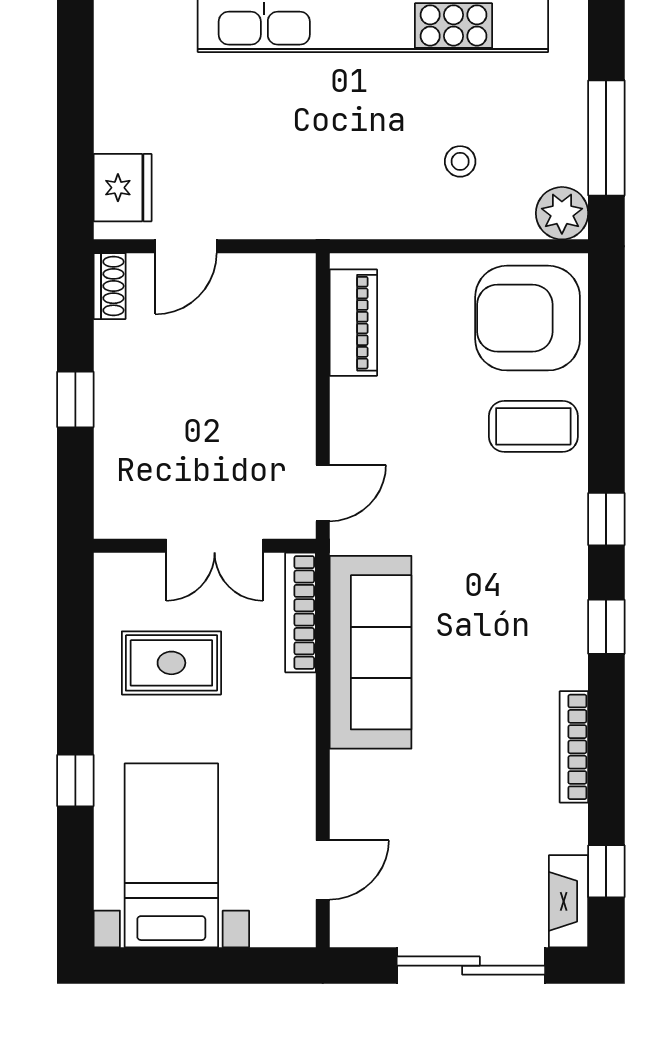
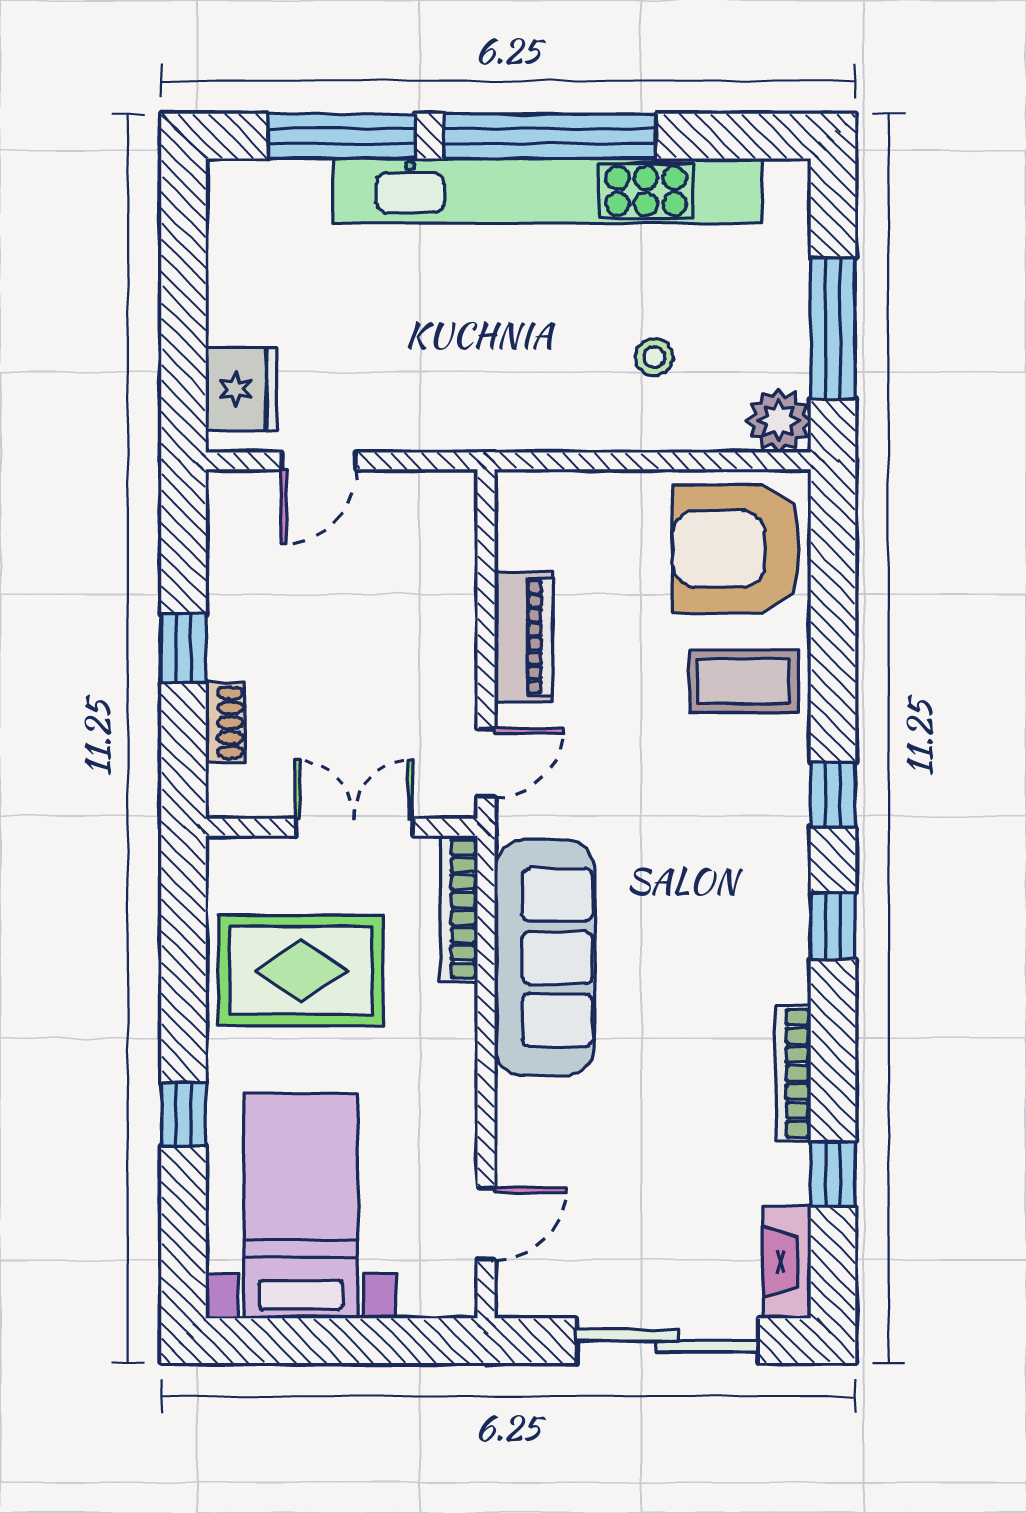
shoe rack: (110, 286) -> (225, 723), moved
piano: (353, 323) -> (523, 637), moved
double door: (215, 546) -> (354, 827), swing flipped
rug: (171, 663) -> (301, 971), width x1.36, depth x1.43
window: (606, 871) -> (833, 1174), moved

